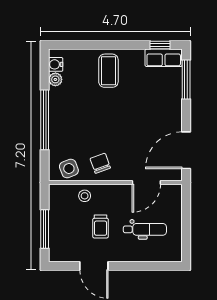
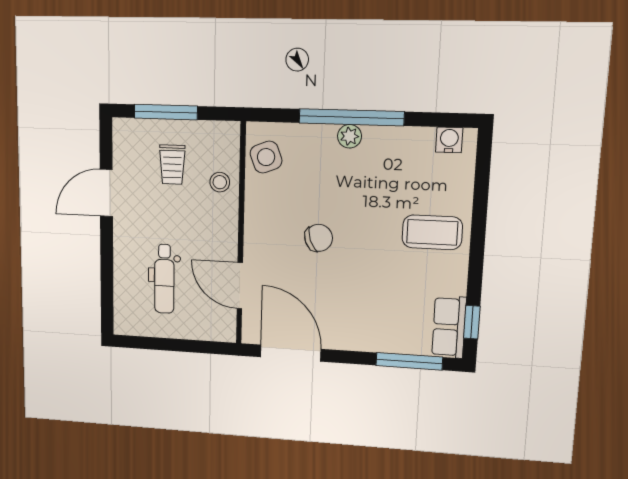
plant: (55, 79) -> (350, 136), moved
chair: (100, 163) -> (319, 238), moved
trolley: (101, 227) -> (172, 165), moved, turned -90

